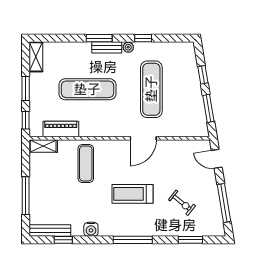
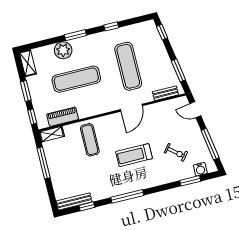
bench: (107, 47) -> (165, 93), moved
plant: (128, 47) -> (63, 50), moved, width x1.88, depth x1.88
window: (203, 75) -> (162, 32), moved
window: (26, 196) -> (44, 163), moved
water cooler: (91, 229) -> (200, 169), moved
window: (133, 240) -> (127, 196), moved

